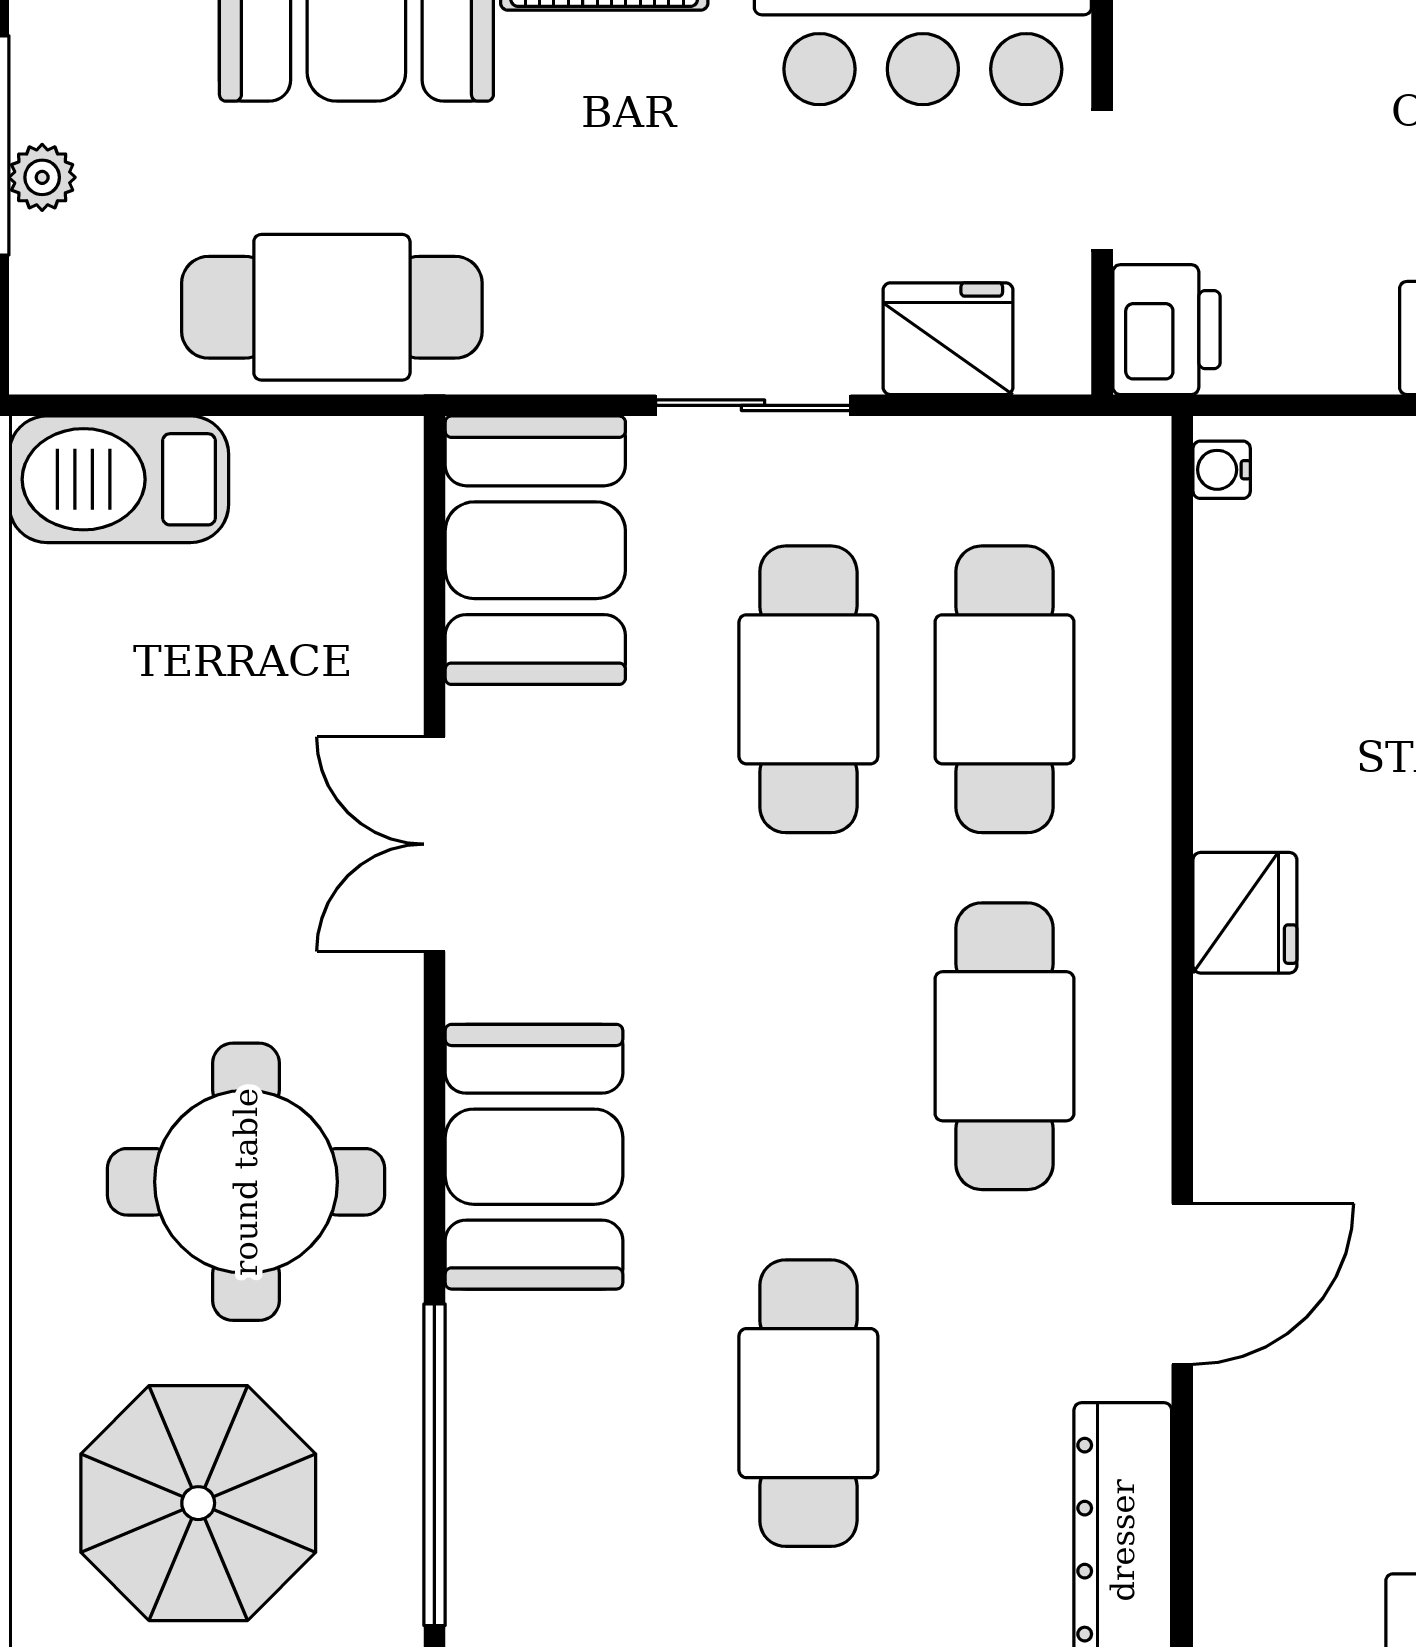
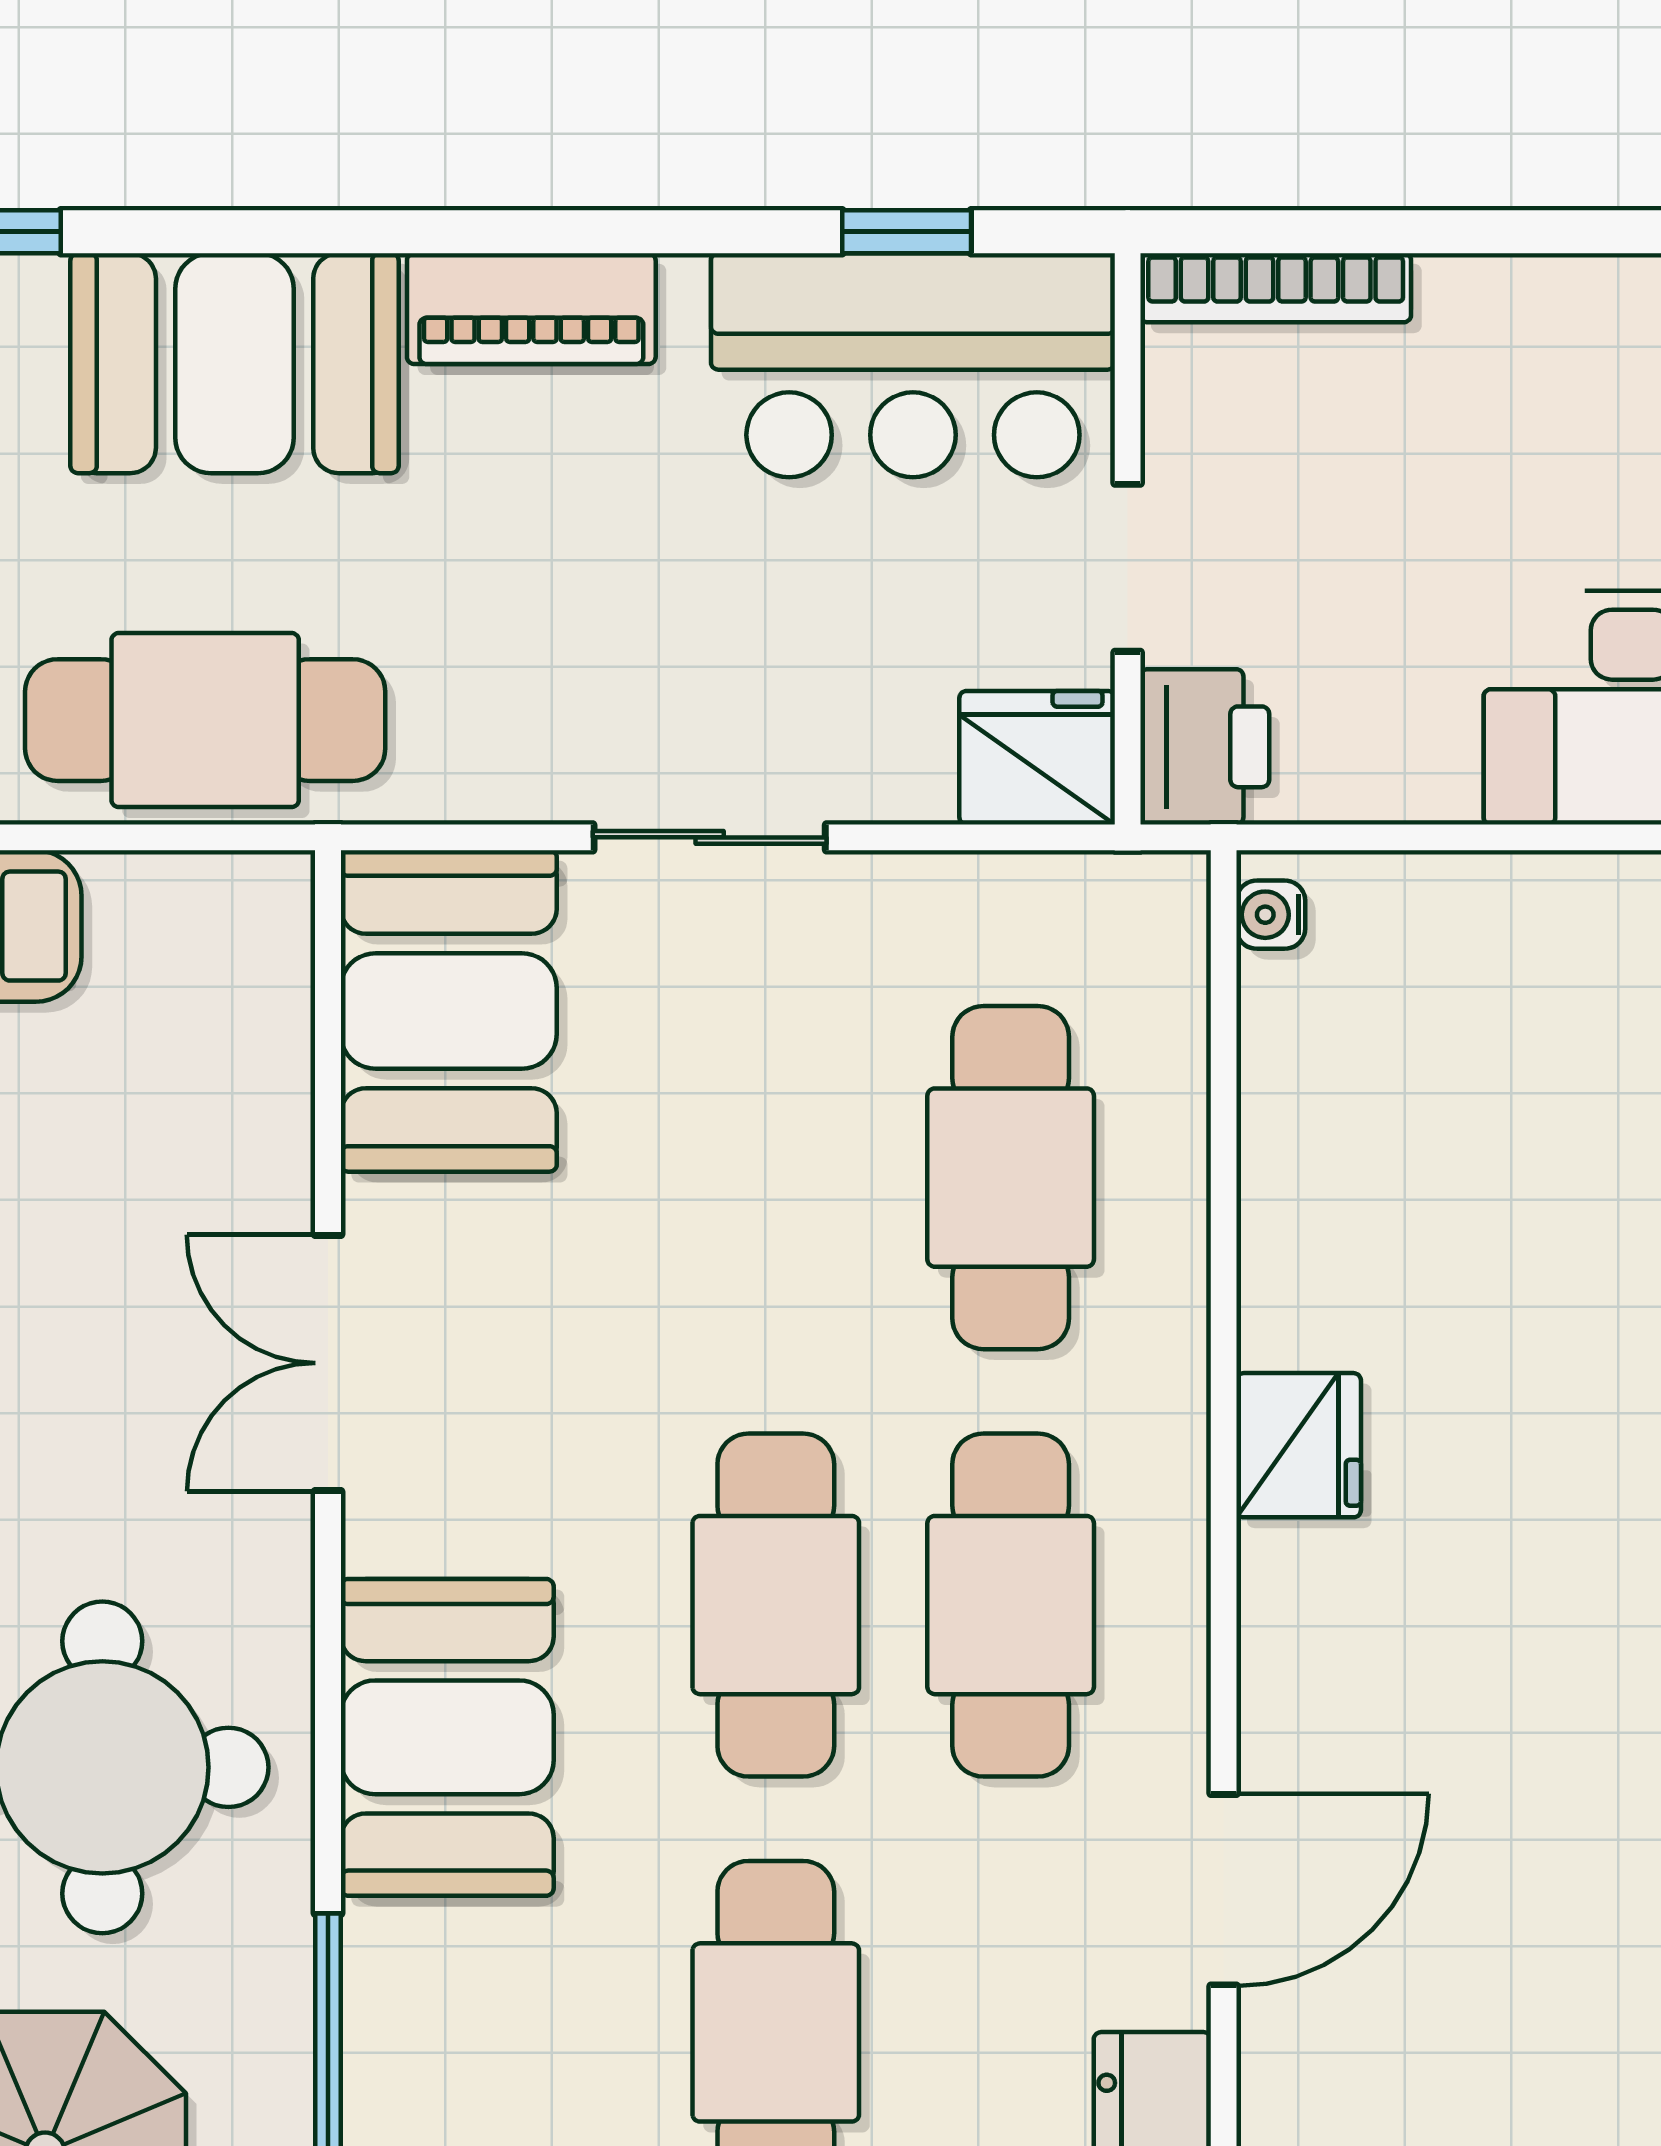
fridge: (948, 339) -> (1037, 758), moved
cafe table: (808, 689) -> (776, 1605), moved

